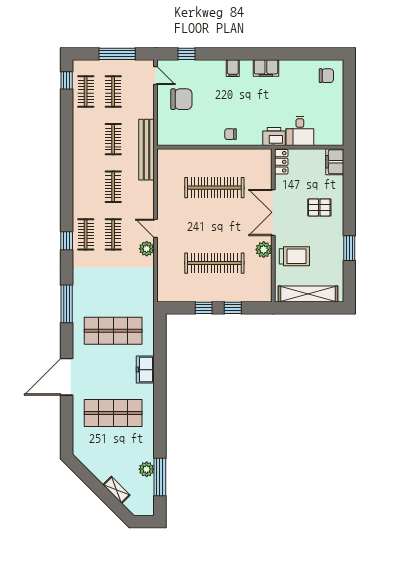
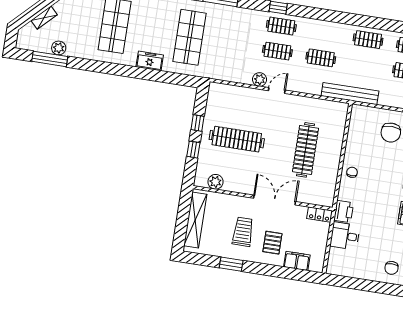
clothes rail: (113, 139) -> (368, 40), moved
filing cabinet: (335, 162) -> (297, 261), moved
plant: (264, 250) -> (215, 182), moved
trolley: (294, 256) -> (243, 232), moved, turned 180
clothes rail: (214, 263) -> (237, 139), turned 90

